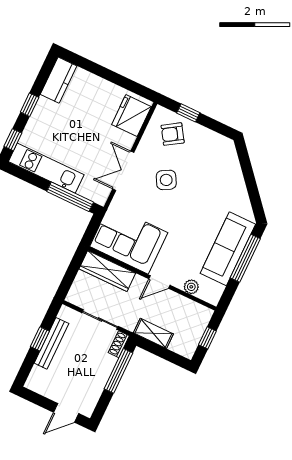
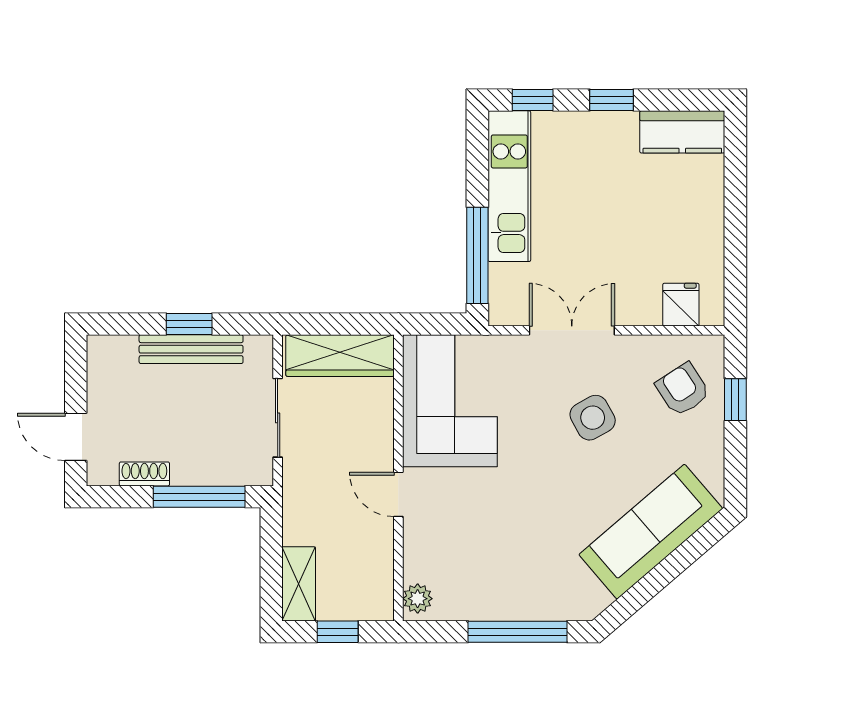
fridge: (131, 116) -> (681, 305), width x0.53, depth x0.75
sofa: (228, 249) -> (651, 532), moved, turned -41
wardrobe: (107, 271) -> (340, 356), moved, turned -90
plant: (191, 287) -> (418, 599), moved
shelving: (153, 333) -> (299, 584), moved
shoe rack: (119, 344) -> (144, 474), moved

